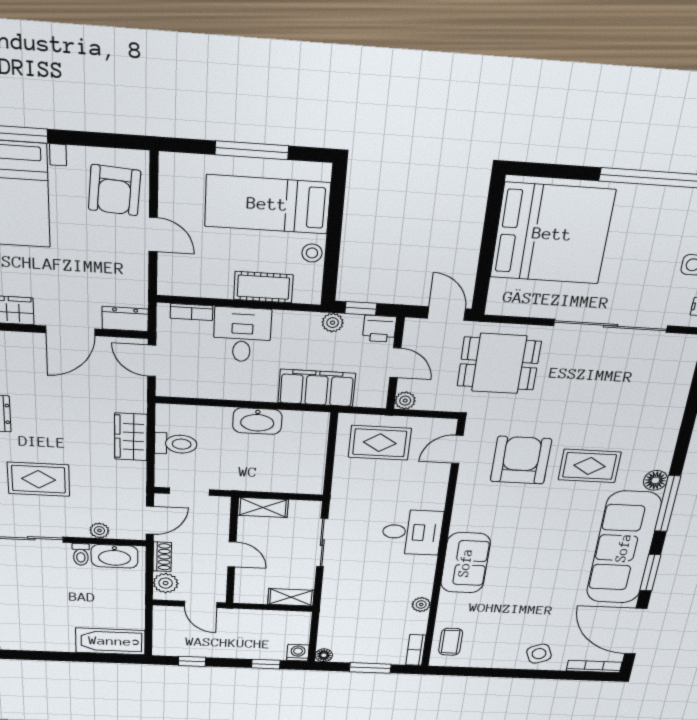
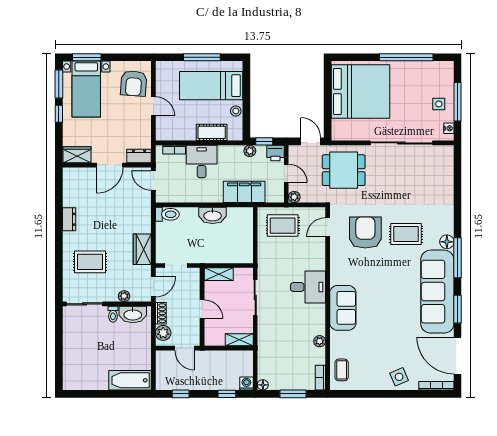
wardrobe: (131, 437) -> (142, 249), moved
toilet: (176, 444) -> (167, 214), moved

